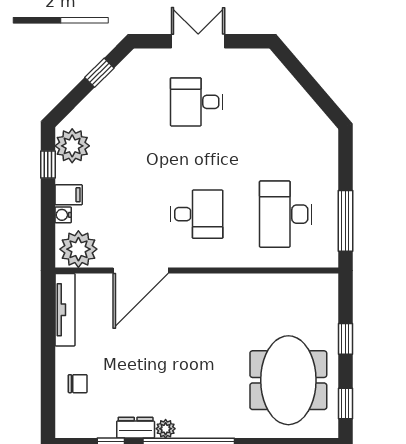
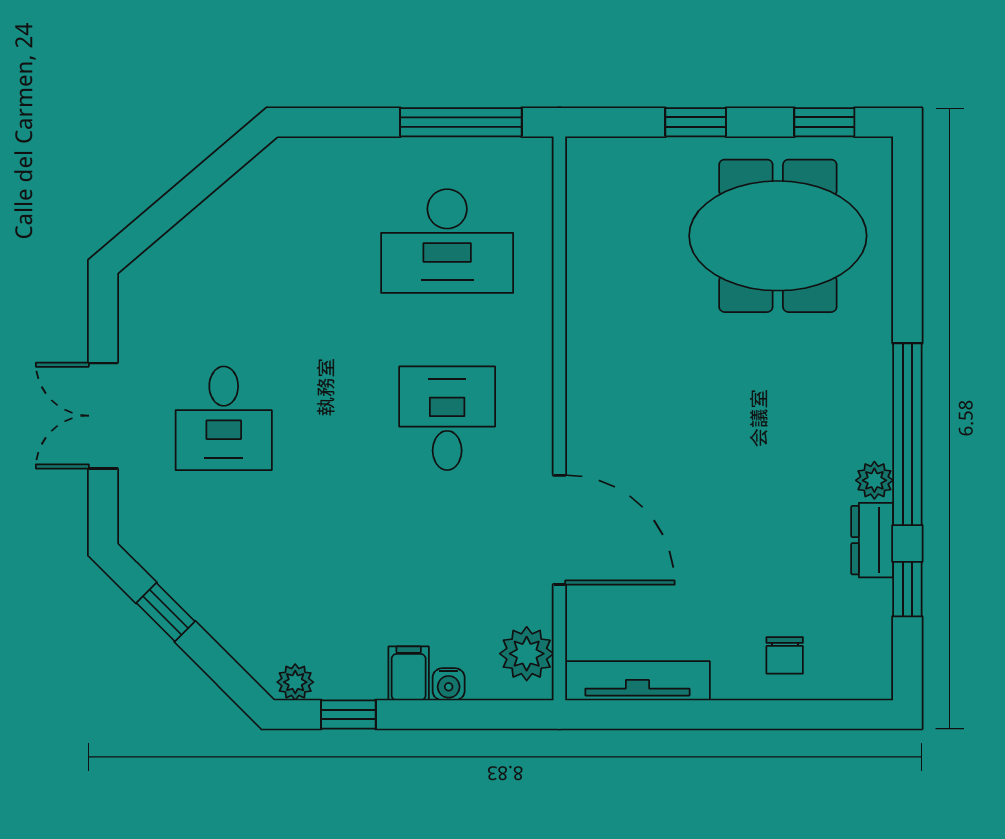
plant: (72, 146) -> (295, 682), width x0.53, depth x0.53
plant: (78, 249) -> (527, 654), width x0.73, depth x0.73
chair: (78, 384) -> (785, 655), turned 180

